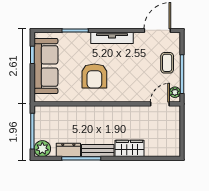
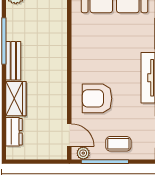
armchair: (94, 76) -> (97, 98), moved
dresser: (68, 150) -> (14, 132), moved

